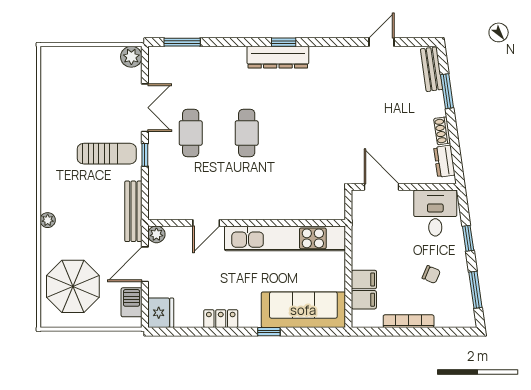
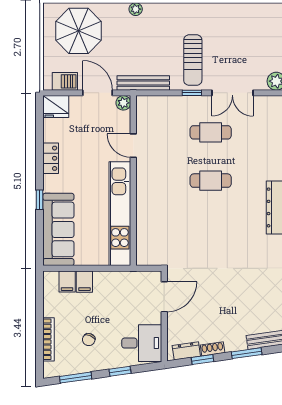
window: (454, 143) -> (202, 360), added
bookcase: (409, 321) -> (49, 339), moved

